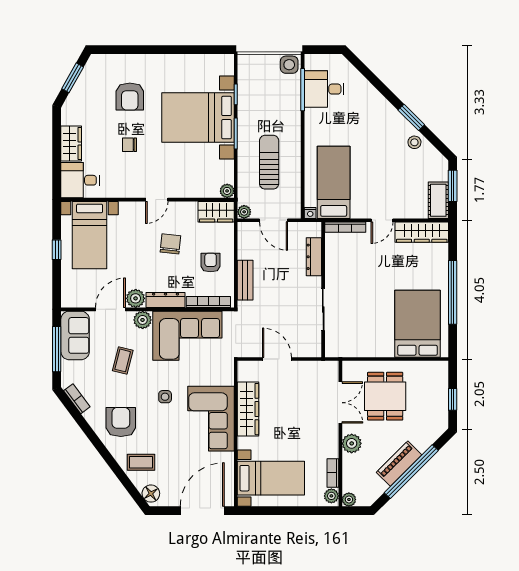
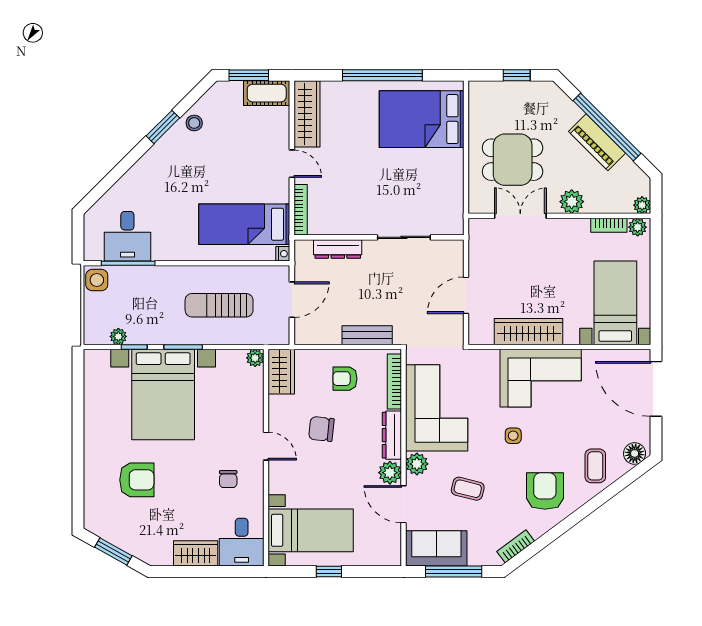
chair: (129, 145) -> (228, 479), moved
plant: (244, 212) -> (118, 336), moved
armchair: (121, 422) -> (545, 491), turned 90

